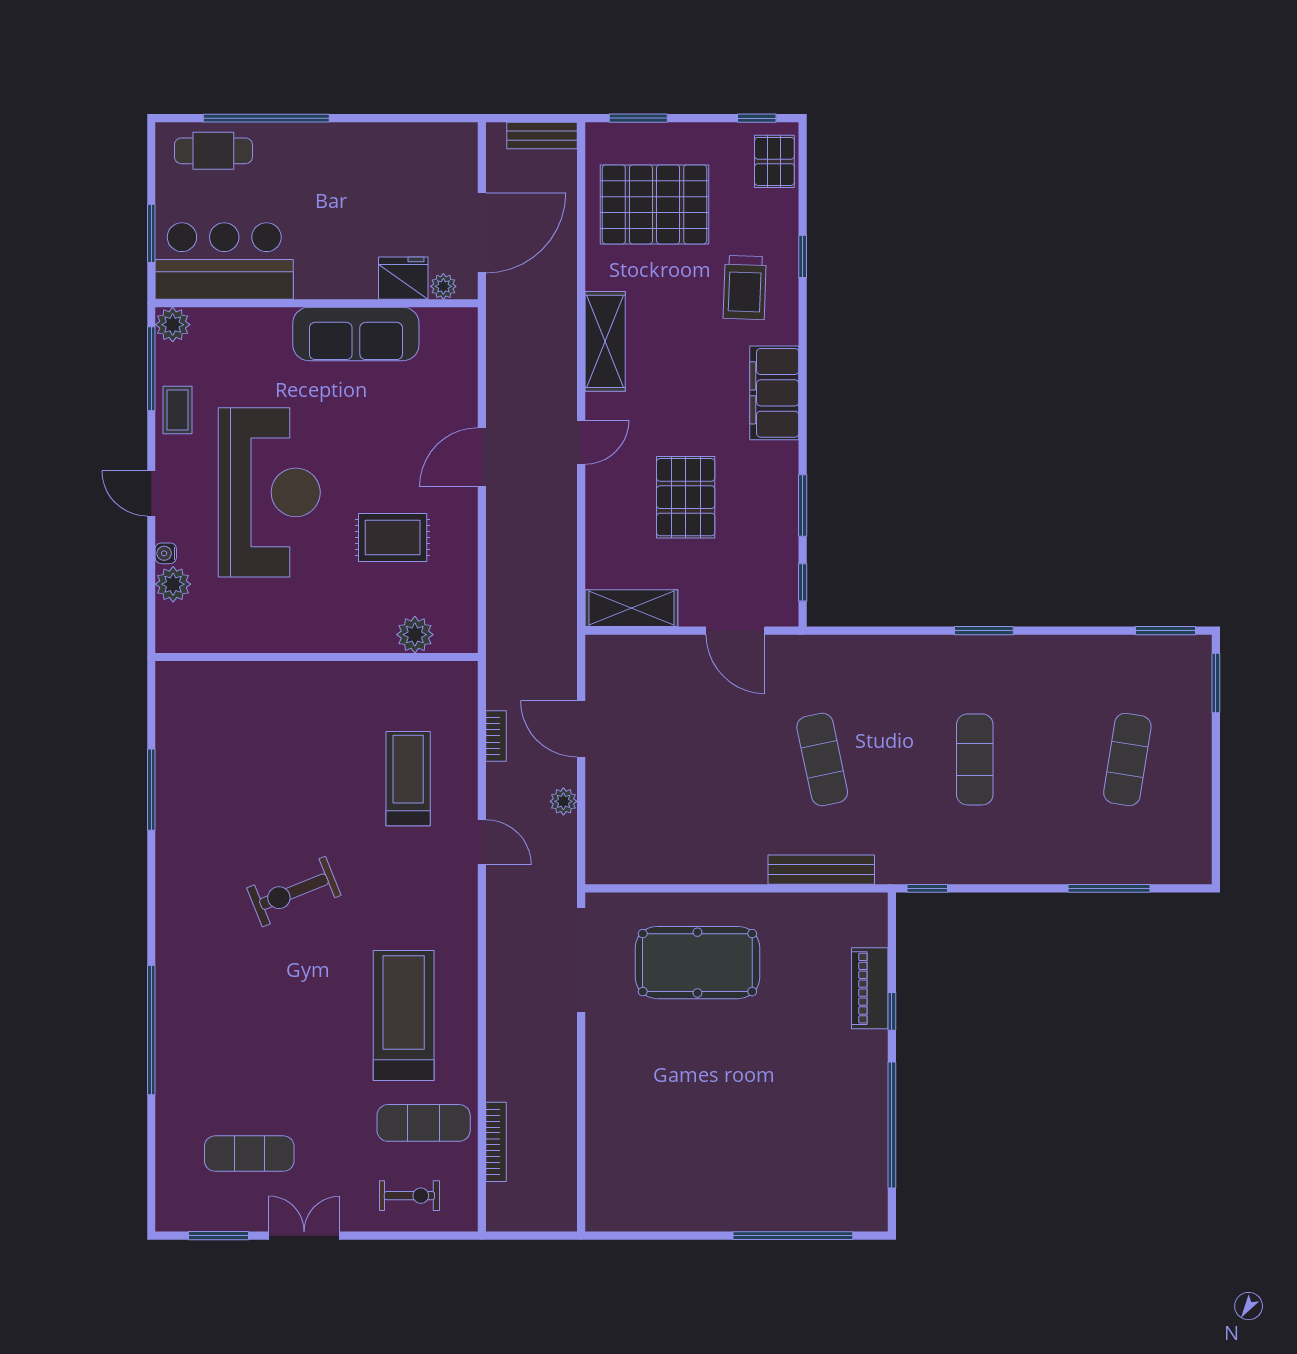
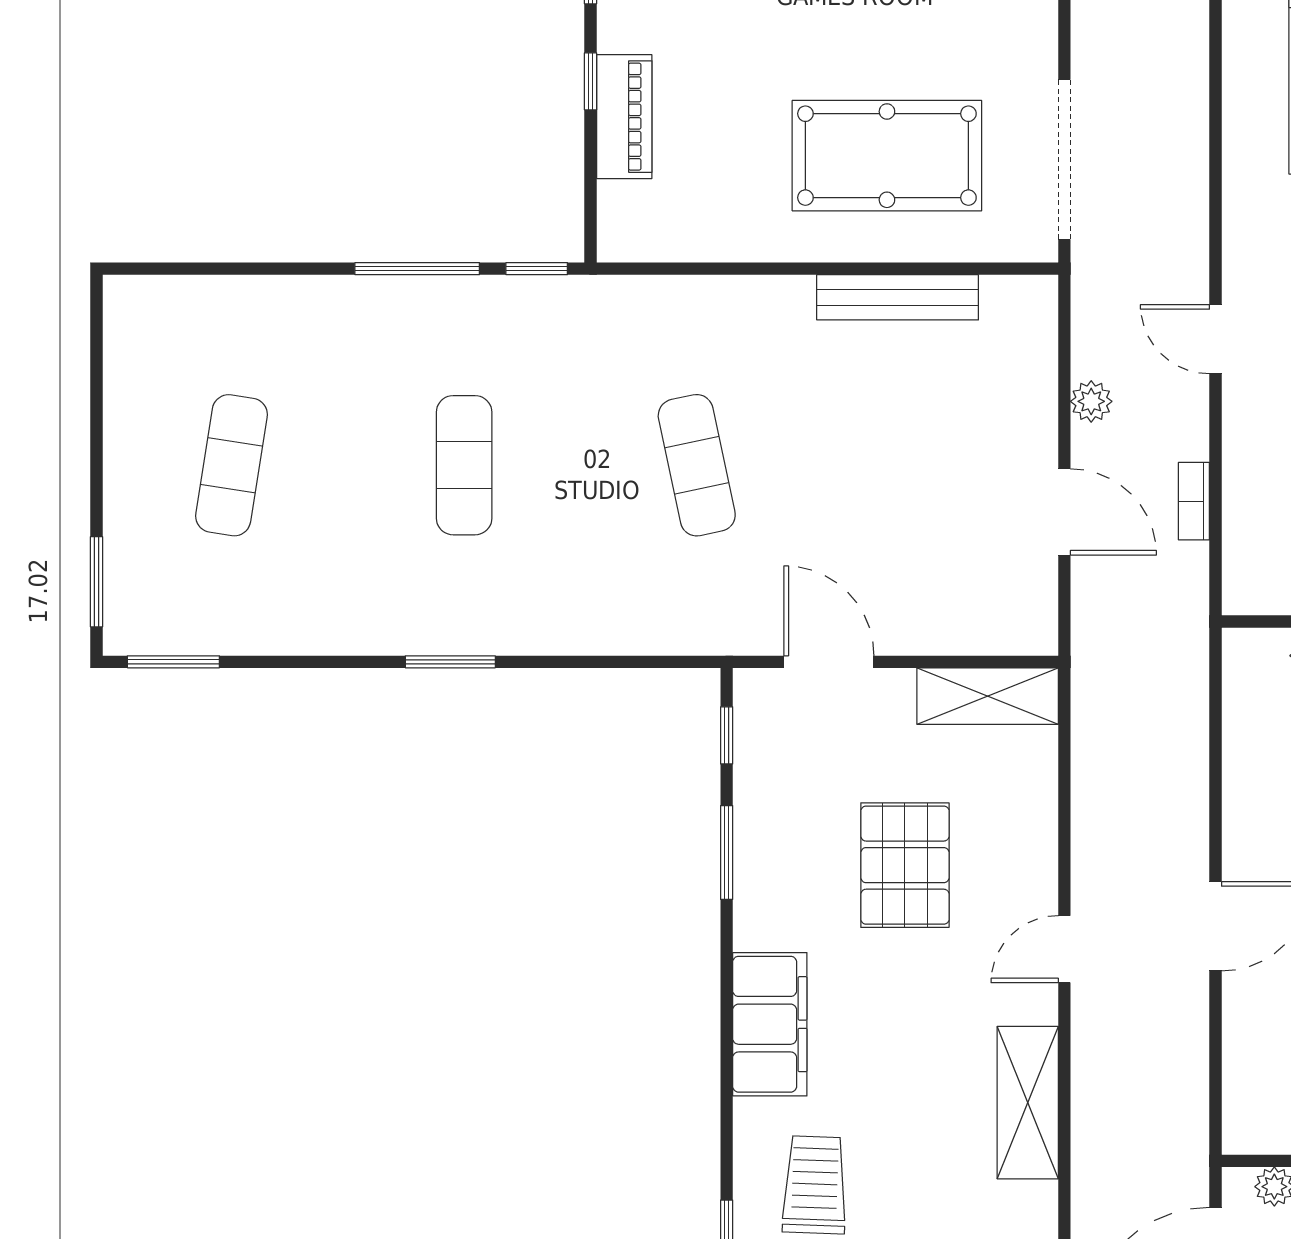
bench: (821, 870) -> (898, 297), moved
window: (1109, 888) -> (417, 269), moved

